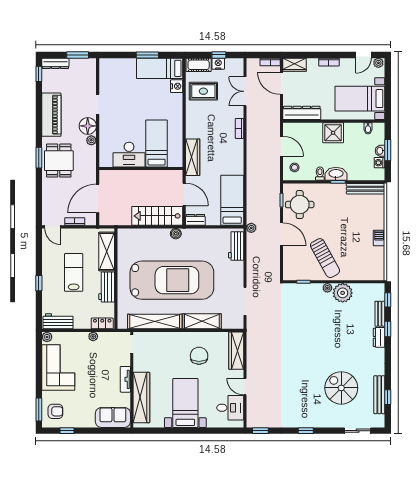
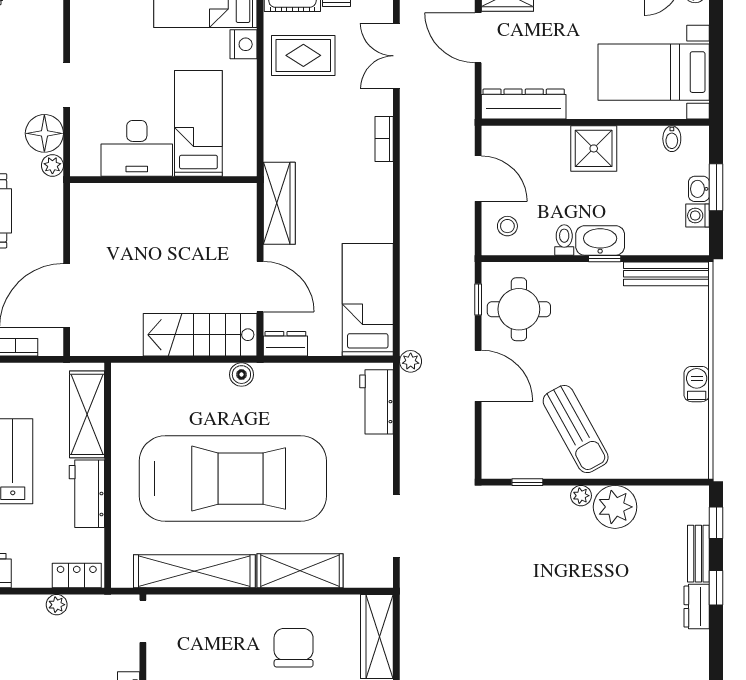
bed: (157, 143) -> (198, 123), moved
desk: (129, 155) -> (137, 148), moved
wall: (141, 169) -> (163, 180), moved

